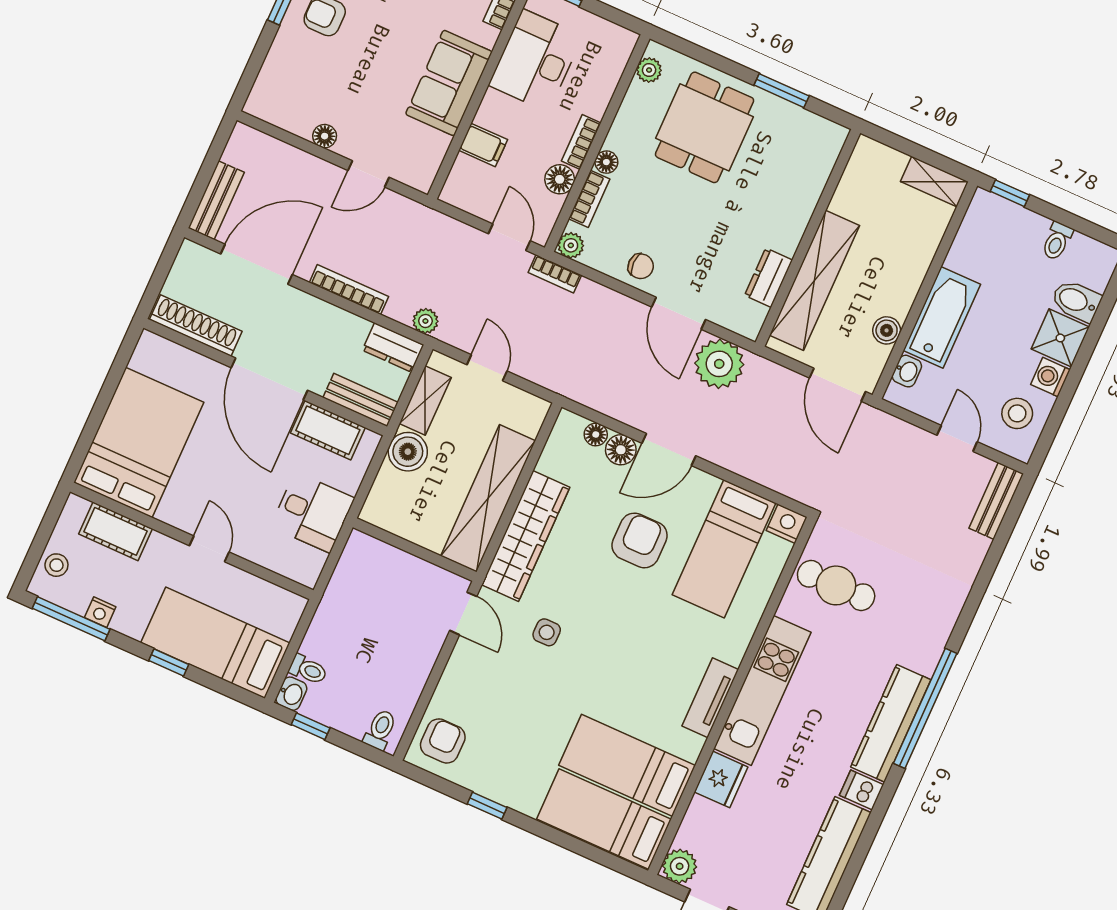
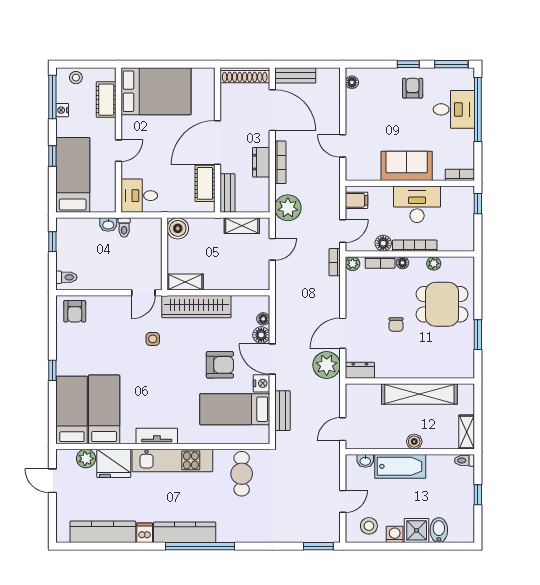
desk: (536, 60) -> (417, 204), moved
plant: (649, 70) -> (434, 263), moved
floor lamp: (325, 136) -> (352, 82), moved
bookcase: (581, 142) -> (415, 246), width x1.56
filing cabinet: (483, 145) -> (356, 200), moved, turned -90
window: (1010, 193) -> (478, 495), moved
toilet: (1057, 241) -> (465, 460), moved
chair: (641, 266) -> (396, 324), moved
dresser: (769, 278) -> (360, 370), moved
shelving: (815, 280) -> (419, 394), moved
plant: (425, 321) -> (288, 208), width x1.87, depth x1.87
shoe rack: (196, 325) -> (245, 75), moved, turned 90
boiler: (887, 330) -> (414, 442), moved
dresser: (393, 348) -> (261, 162), moved
door: (837, 385) -> (343, 429), width x0.73
boiler: (408, 452) -> (178, 228), moved
shelving: (488, 498) -> (185, 282), width x0.45, depth x0.75
bench: (996, 501) -> (282, 411), moved, turned 90
desk: (313, 512) -> (139, 196), moved, turned 90
window: (1013, 512) -> (318, 546), added
nightstand: (787, 524) -> (261, 383), moved
toilet: (308, 670) -> (124, 227), moved
washbasin: (291, 694) -> (108, 225), moved
armchair: (443, 741) -> (75, 311), turned 90
fridge: (721, 779) -> (114, 463), width x1.36, depth x1.34
window: (487, 806) -> (52, 370), moved
plant: (680, 866) -> (86, 459), moved

